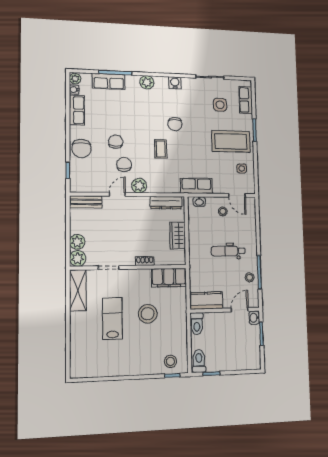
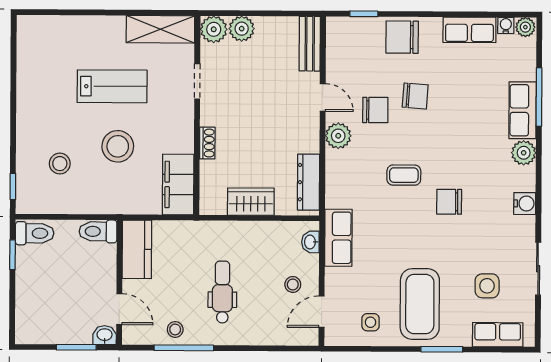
row of seats: (109, 81) -> (523, 110), moved
stool: (170, 361) -> (60, 164), moved

